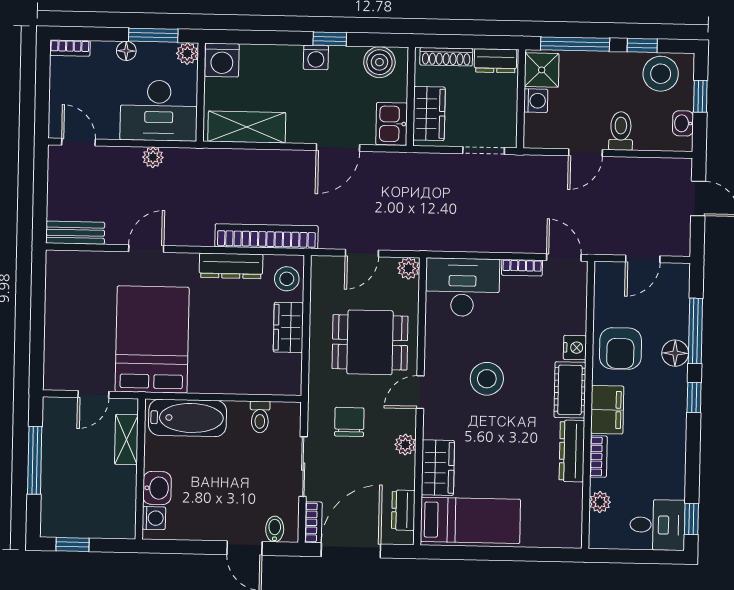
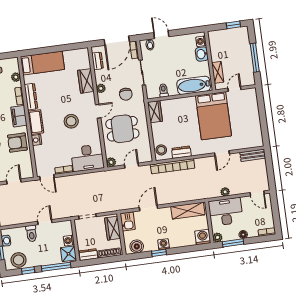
dresser: (231, 266) -> (181, 152), width x0.70
wardrobe: (288, 327) -> (155, 112), moved
armchair: (620, 348) -> (17, 143), turned -90
bed: (470, 520) -> (42, 63), moved, turned 180

